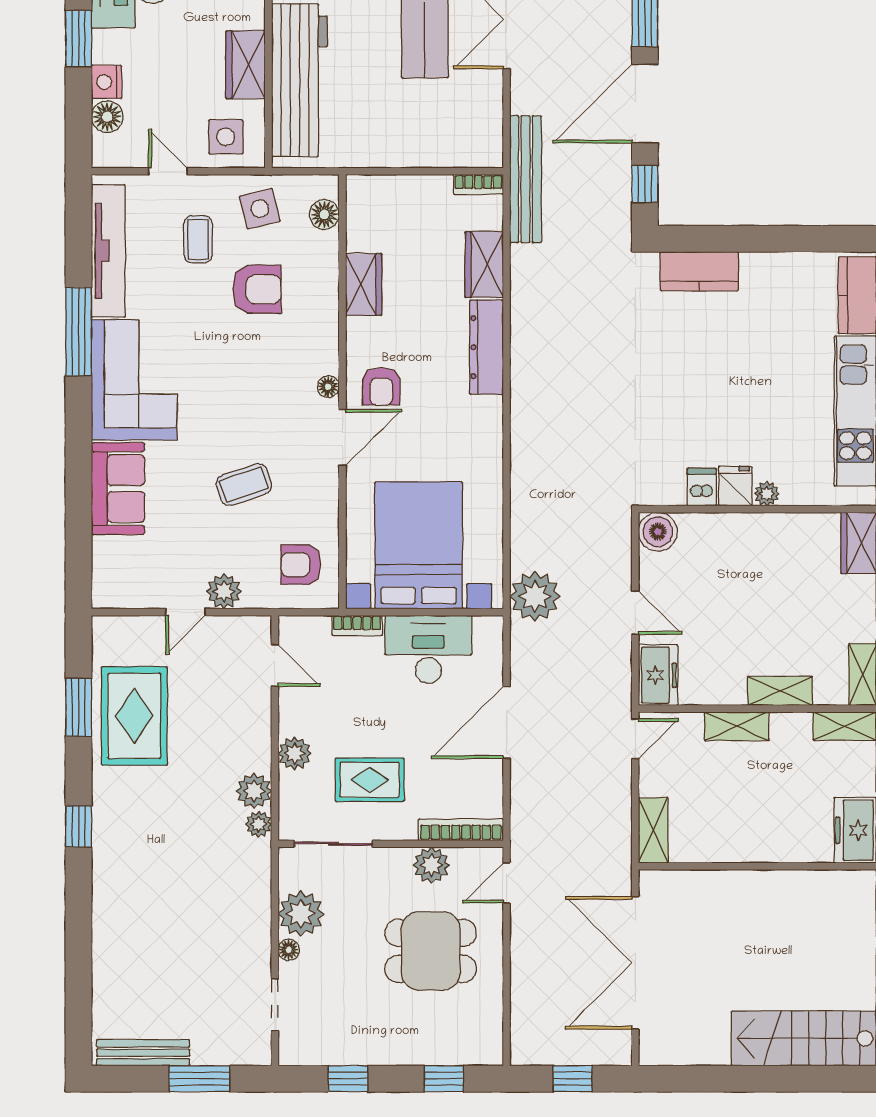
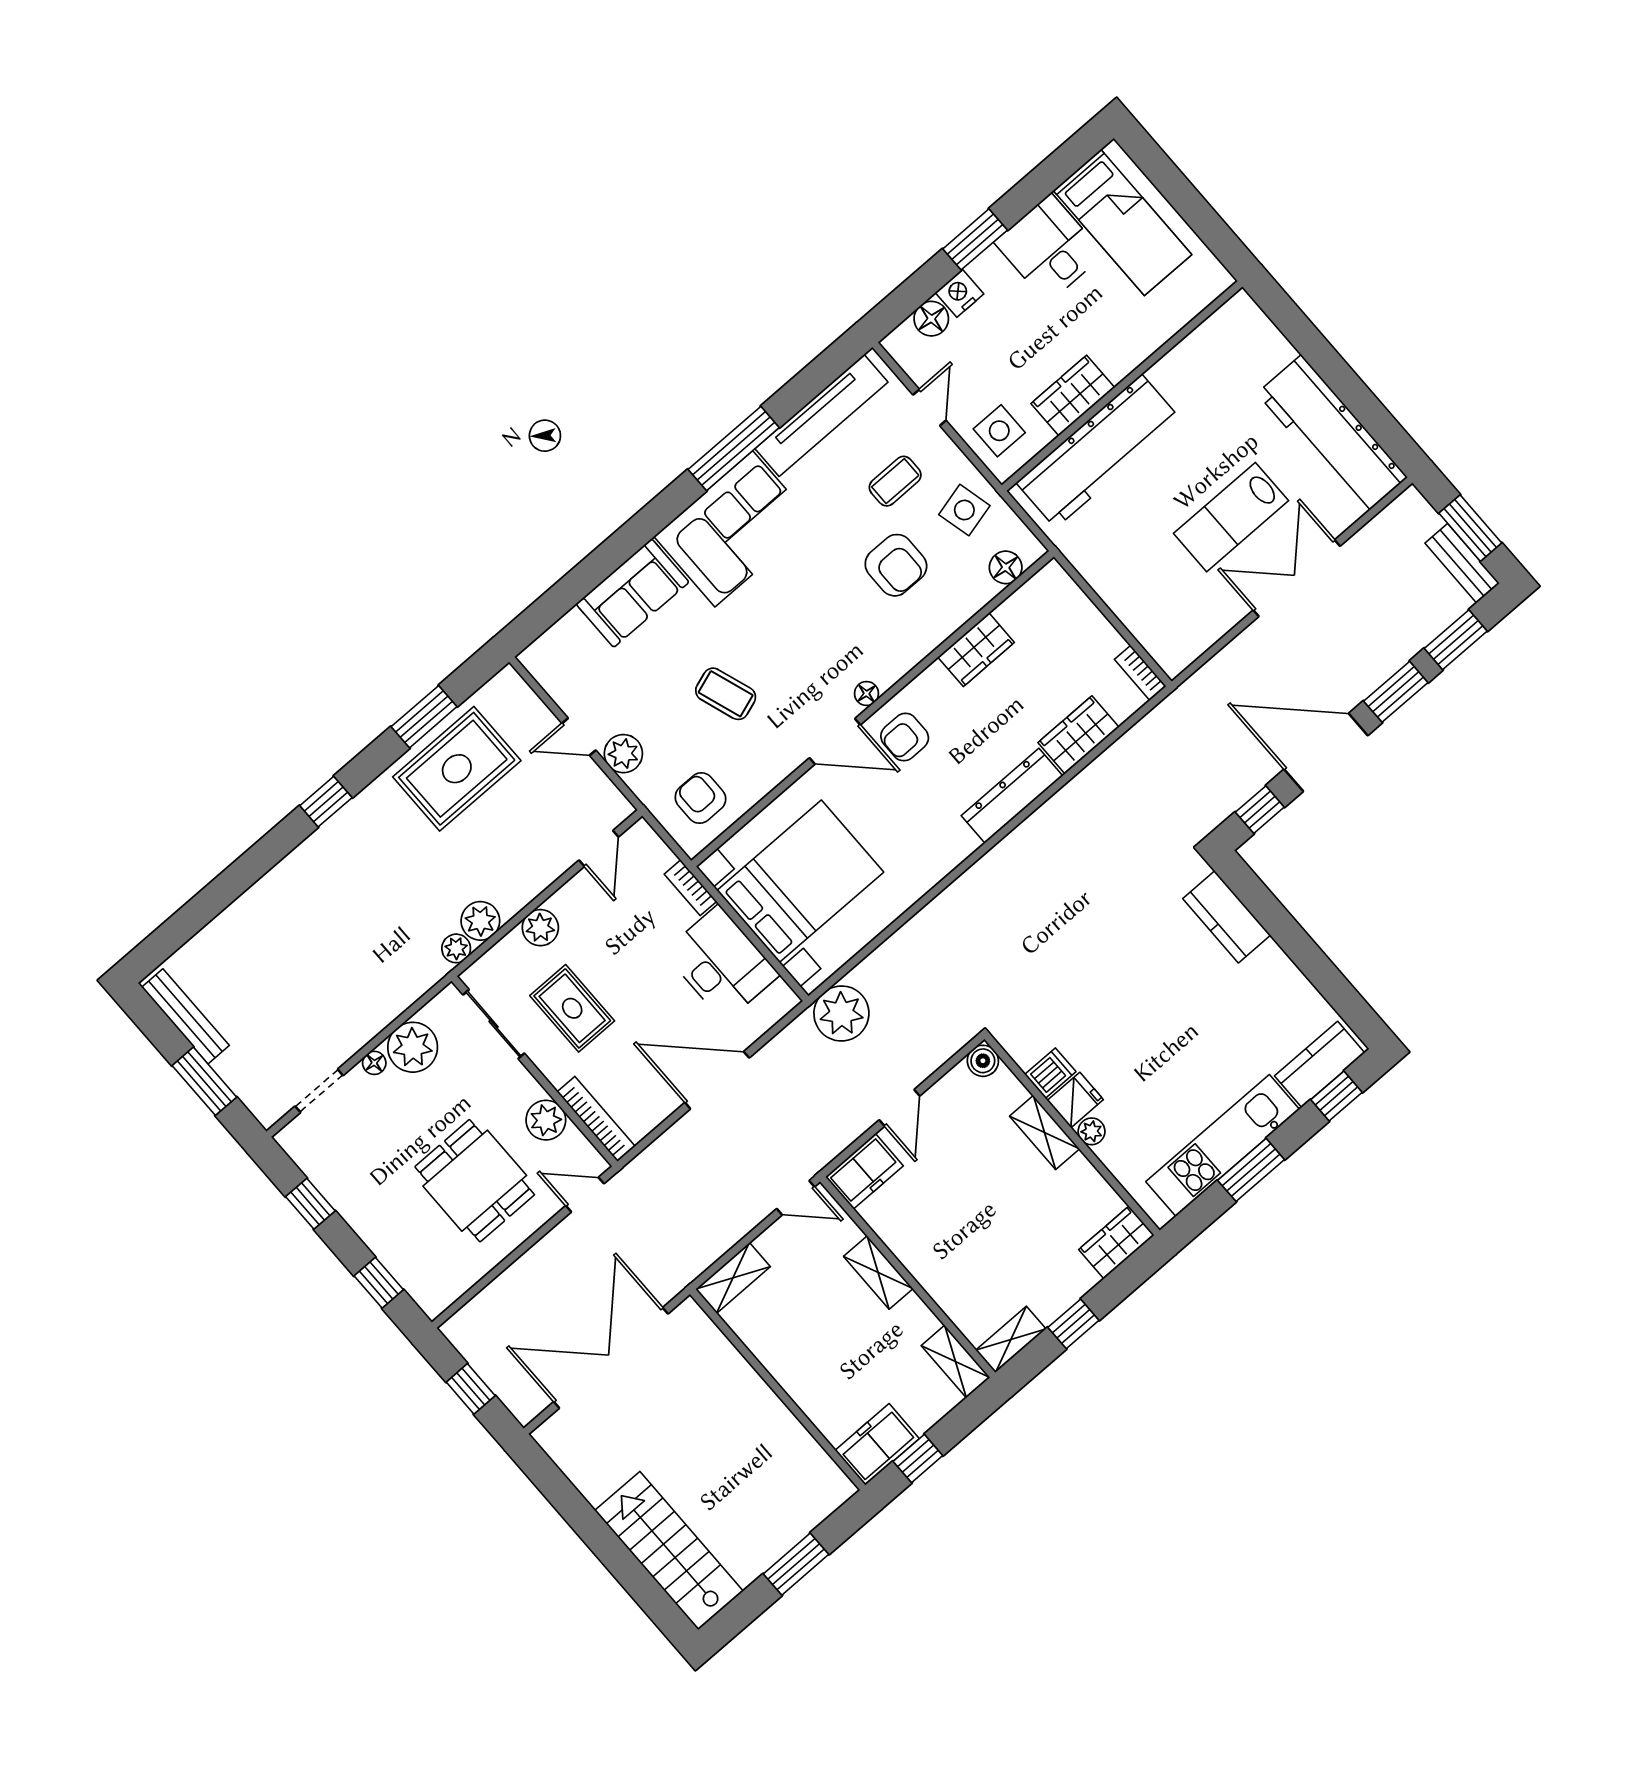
bench: (526, 179) -> (1178, 708), removed
boiler: (658, 532) -> (983, 1061), width x0.73, depth x0.73
shelving: (780, 691) -> (1045, 1133), moved

